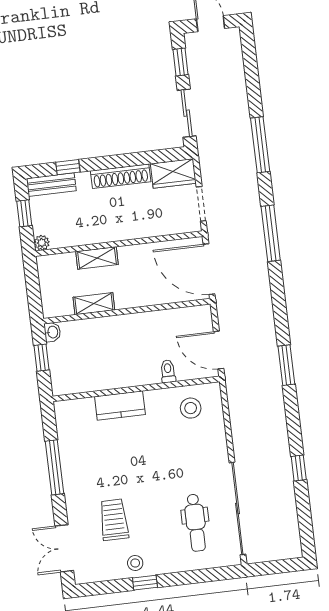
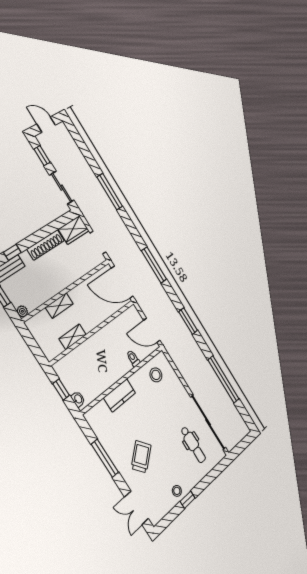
window: (271, 233) -> (154, 265), moved
washbasin: (52, 332) -> (78, 399), moved
window: (299, 468) -> (223, 379), width x3.17
trolley: (114, 520) -> (141, 457), moved, turned 50

